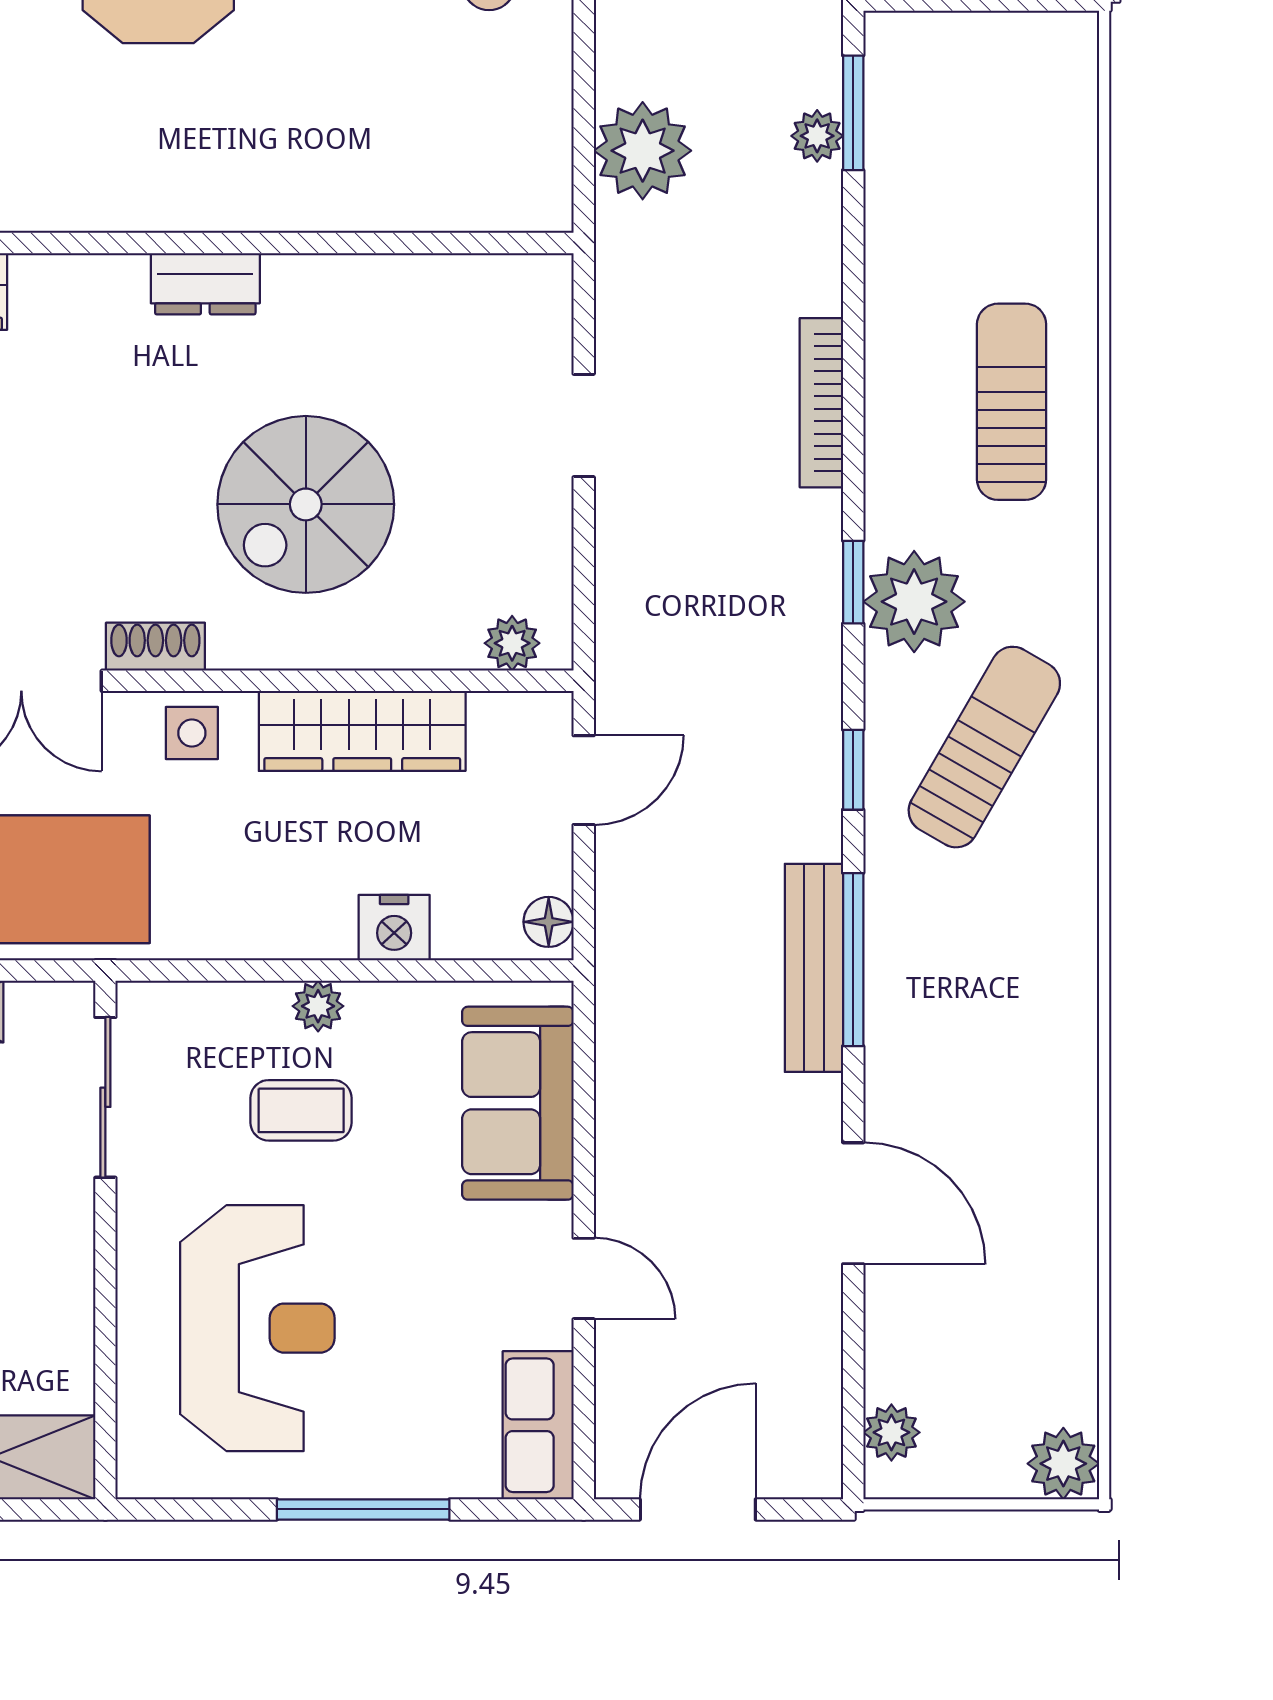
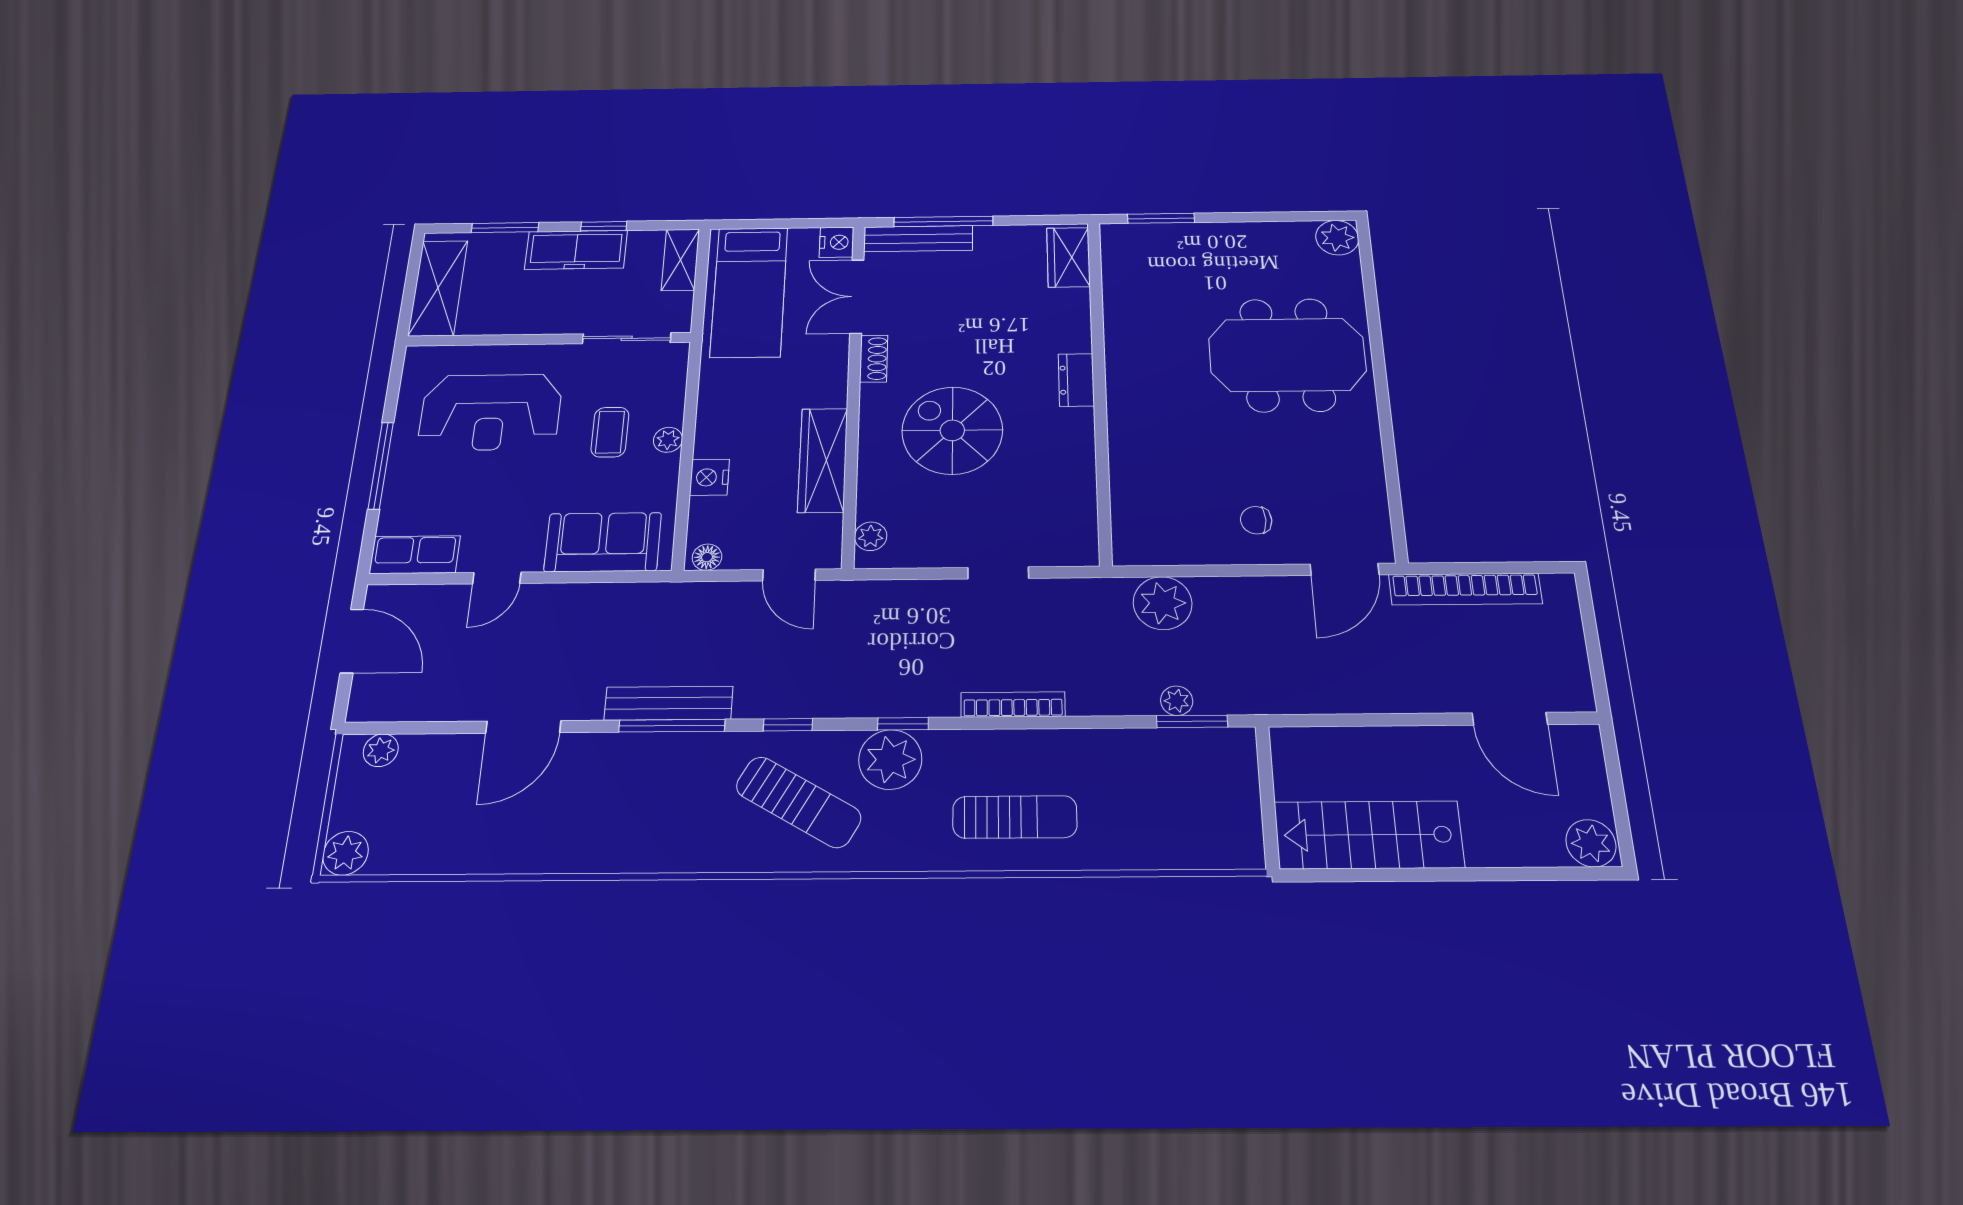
side table: (192, 733) -> (825, 377), removed

